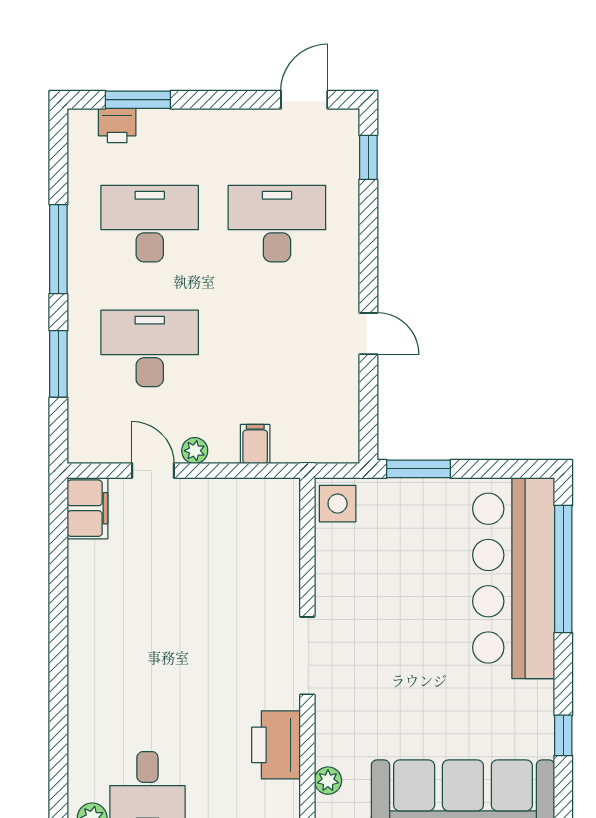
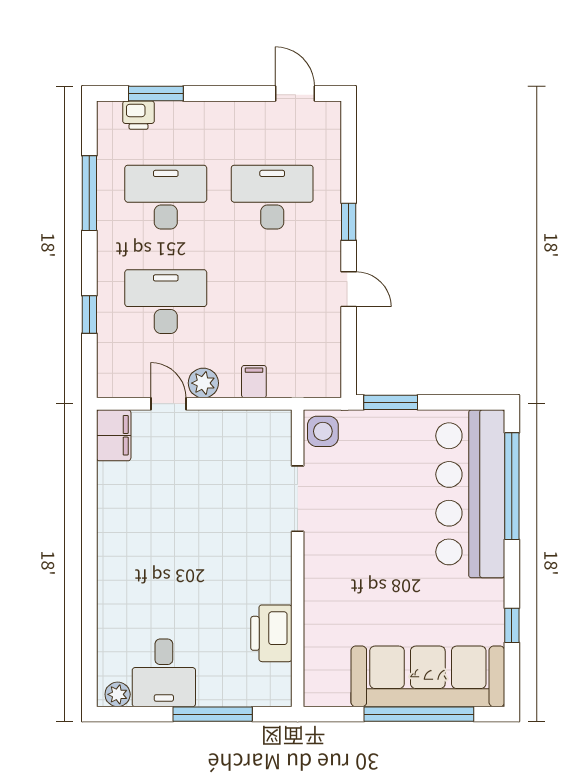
door: (304, 100) -> (295, 94), hinge flipped
window: (368, 157) -> (349, 222), moved
window: (58, 249) -> (89, 193), moved
window: (58, 364) -> (89, 315), width x0.67
plant: (195, 451) -> (203, 383), width x1.38, depth x1.38
doorway: (307, 656) -> (298, 499), moved
plant: (328, 781) -> (315, 663), removed

